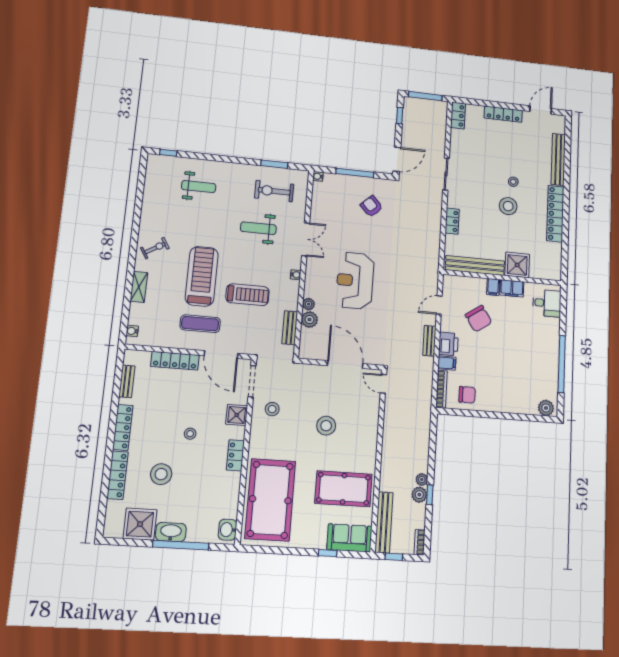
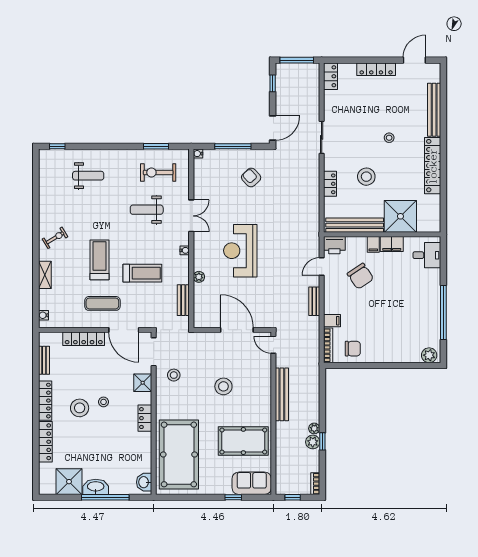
stool: (508, 206) -> (366, 177), moved
shower: (517, 265) -> (400, 216), width x1.37, depth x1.37
treadmill: (202, 276) -> (99, 260), width x0.73, depth x0.73
plant: (310, 320) -> (201, 291), removed
printer: (448, 344) -> (334, 245), moved, turned 90
stool: (161, 474) -> (80, 408), moved
bench: (384, 522) -> (282, 394), moved

